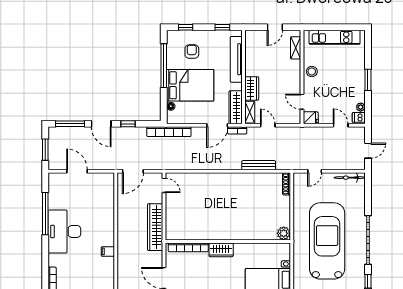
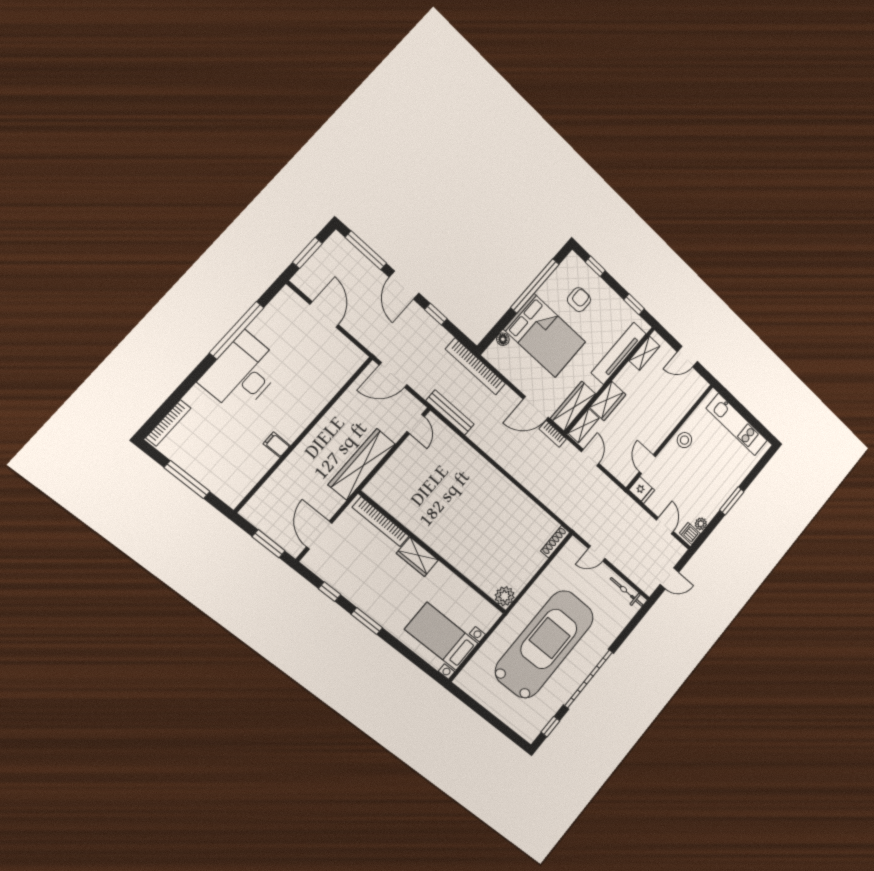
shelving: (296, 48) -> (644, 353), moved
bench: (259, 165) -> (450, 412), moved

